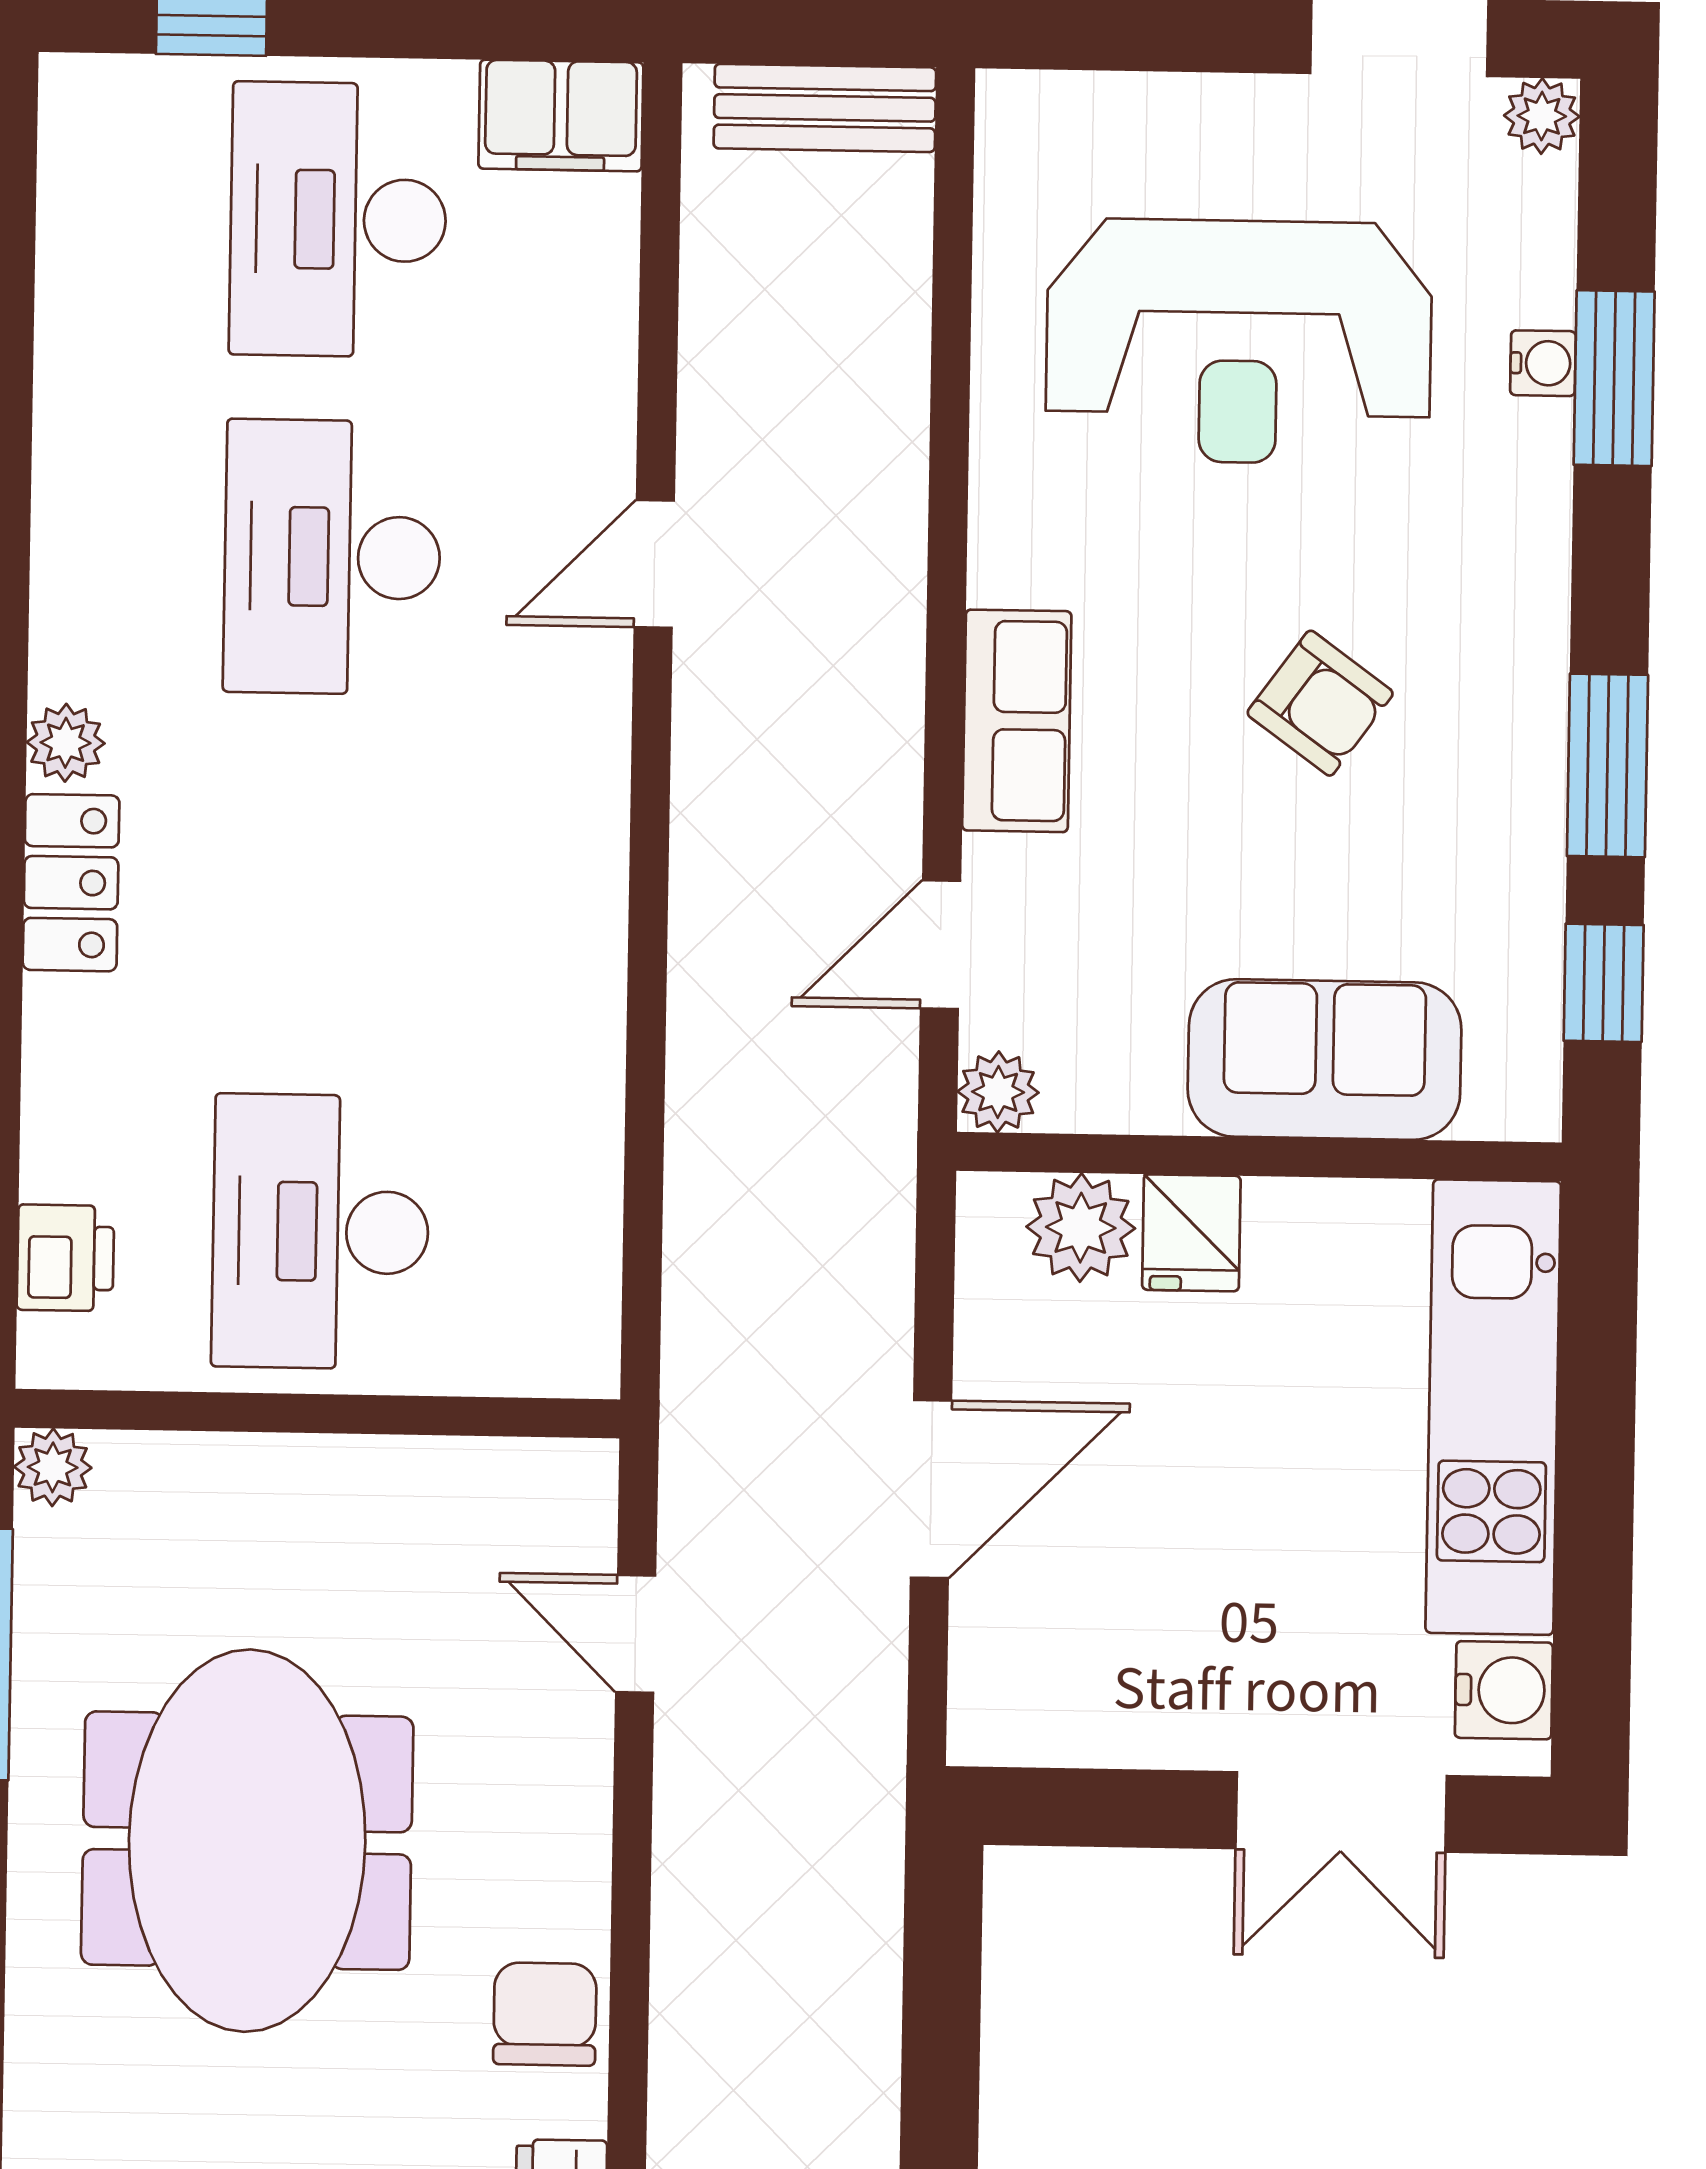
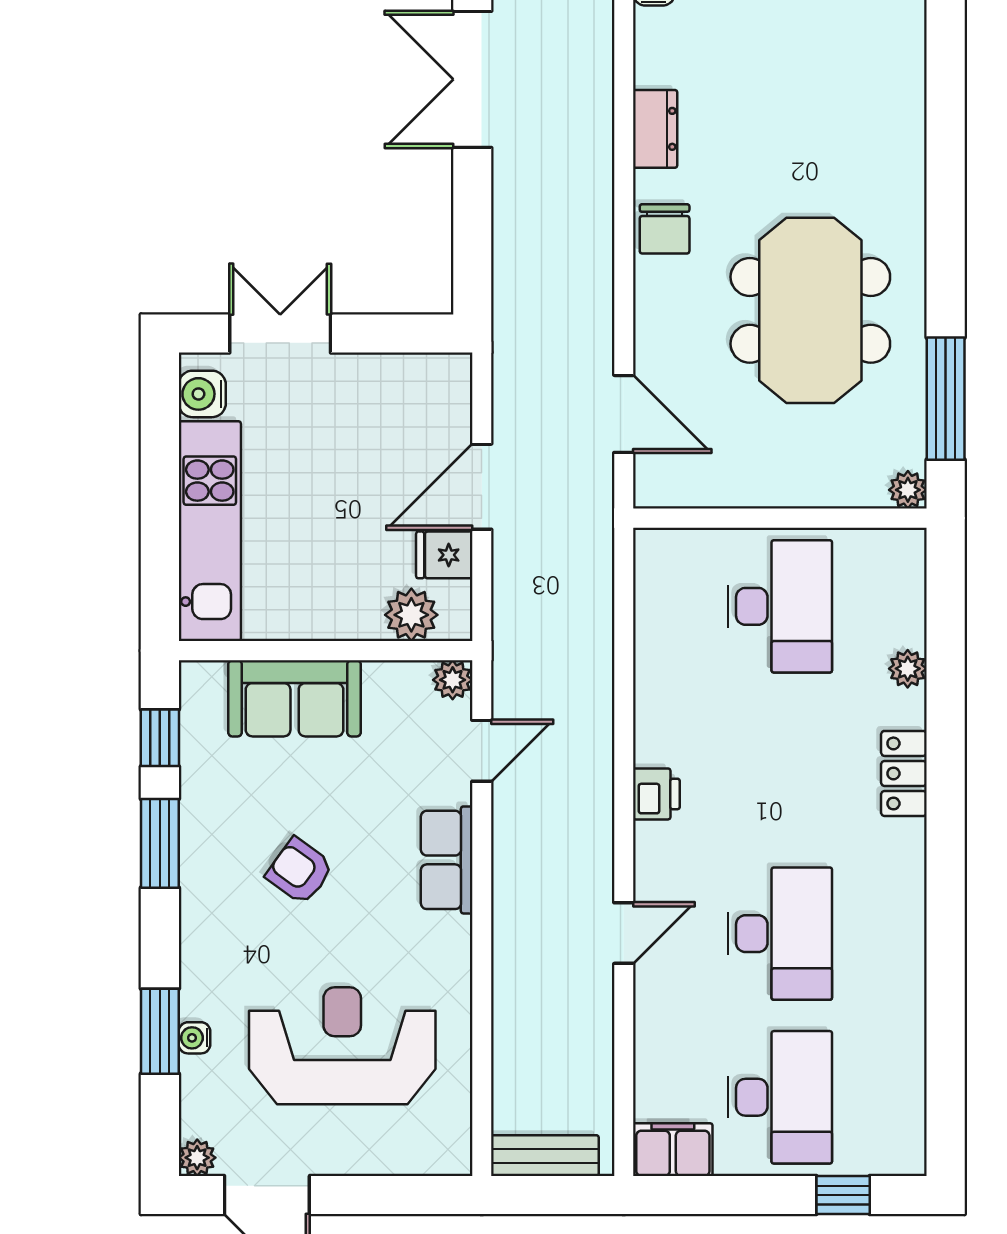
plant: (66, 743) -> (908, 669), moved
fridge: (1191, 1233) -> (444, 555), moved, turned -90
printer: (65, 1258) -> (656, 794), moved, turned 180
door: (636, 1634) -> (624, 414), width x1.38

